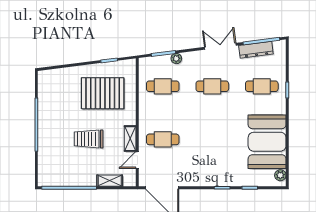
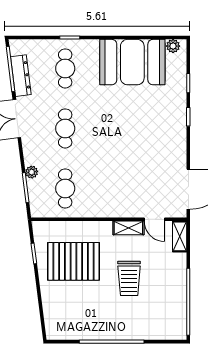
pallet: (103, 93) -> (74, 261), turned 90
cafe table: (163, 139) -> (130, 188), removed
shelving: (110, 181) -> (180, 236), moved

